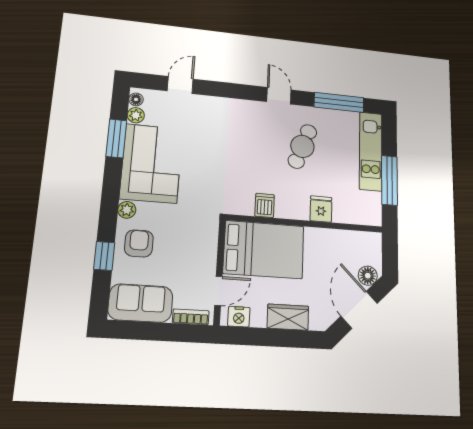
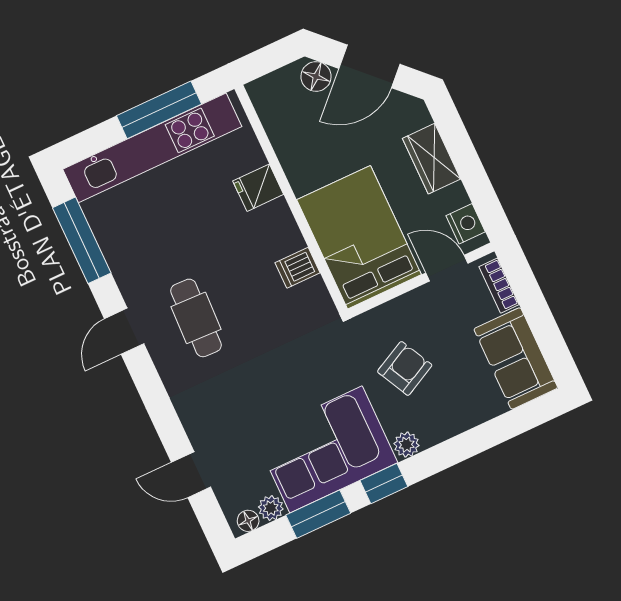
cafe table: (302, 146) -> (196, 318), moved, turned 72
kitchen unit: (371, 151) -> (152, 148), width x1.36
armchair: (139, 243) -> (405, 368), moved, turned 153
window: (104, 256) -> (384, 483), moved

